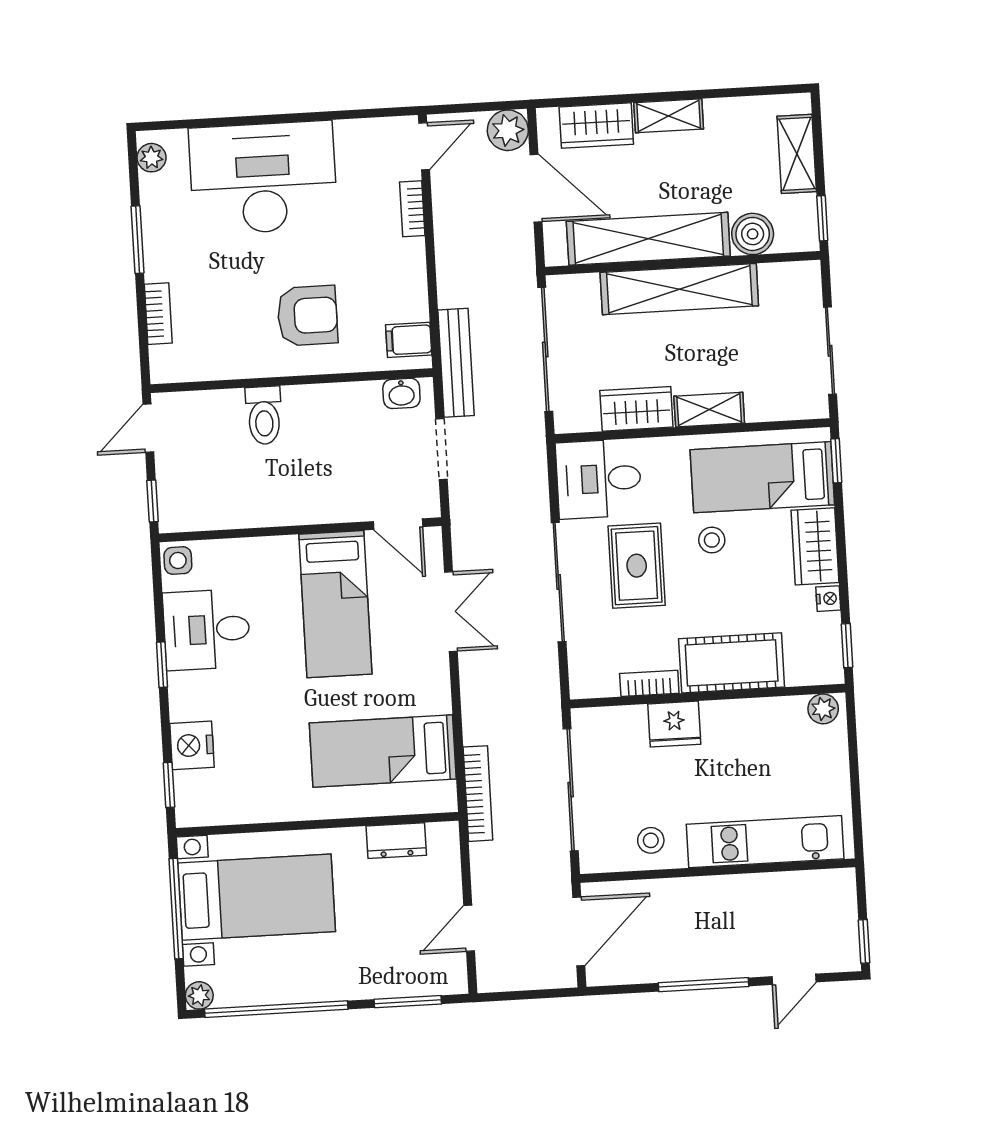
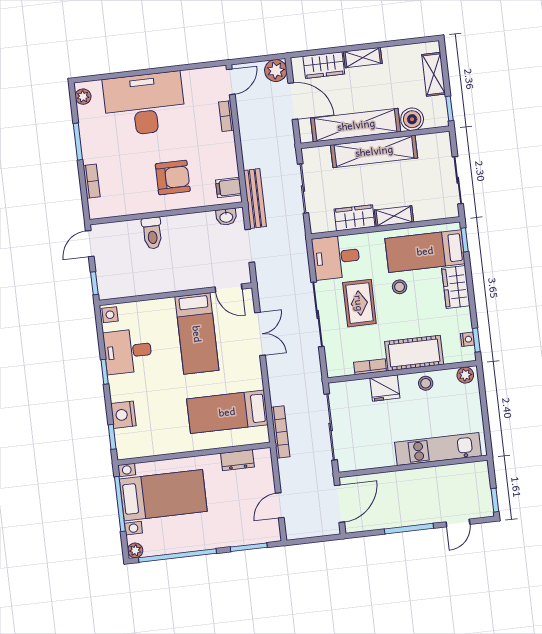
sliding door: (545, 350) -> (303, 189), width x0.73
nightstand: (828, 599) -> (467, 339), moved
stool: (651, 840) -> (426, 383), moved

